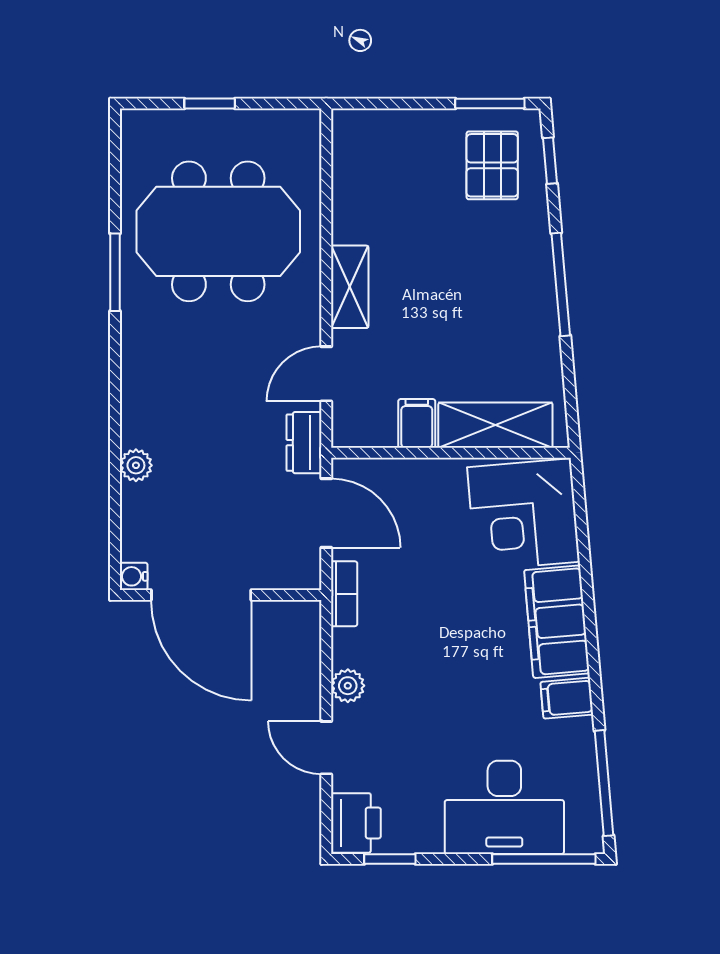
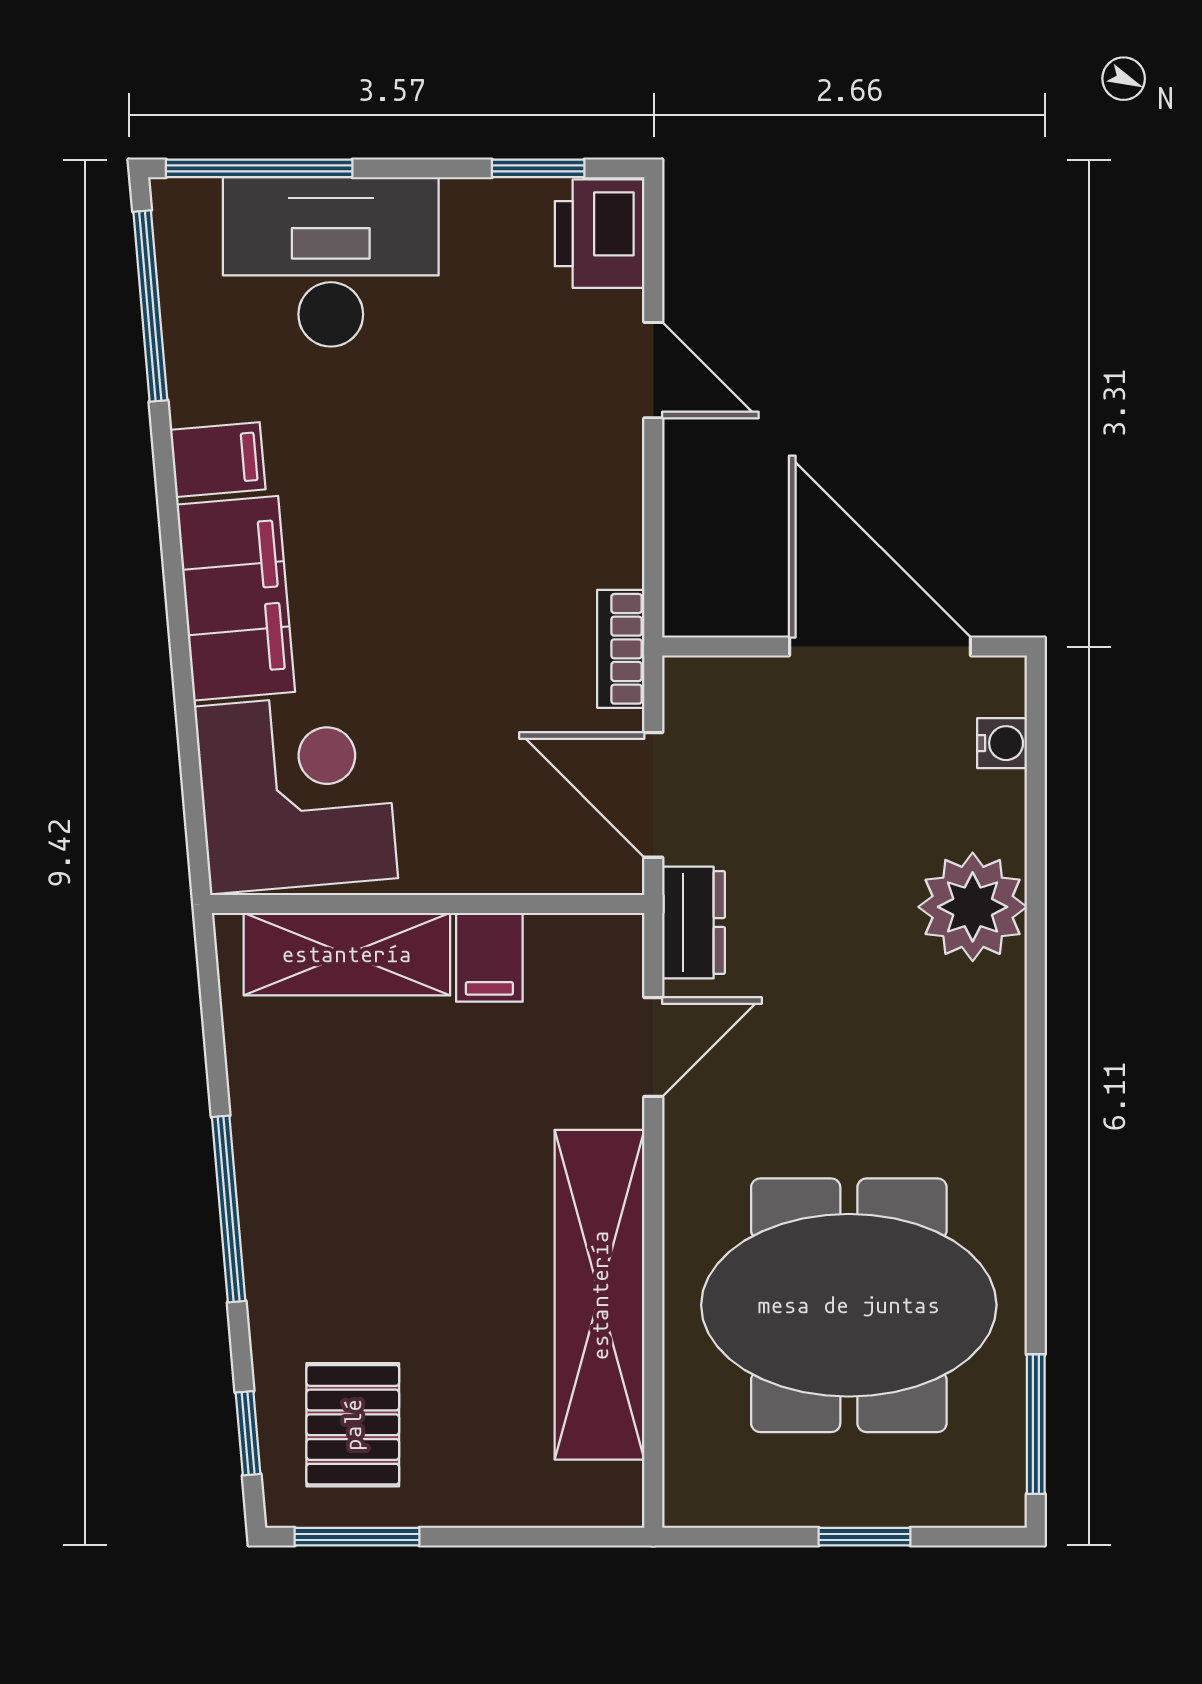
window: (115, 272) -> (1036, 1424), moved
shelving: (350, 287) -> (600, 1295), width x2.20, depth x1.33
plant: (136, 465) -> (973, 907), width x1.88, depth x1.88
water cooler: (134, 576) -> (1002, 743), moved
plant: (348, 686) -> (614, 482), removed

